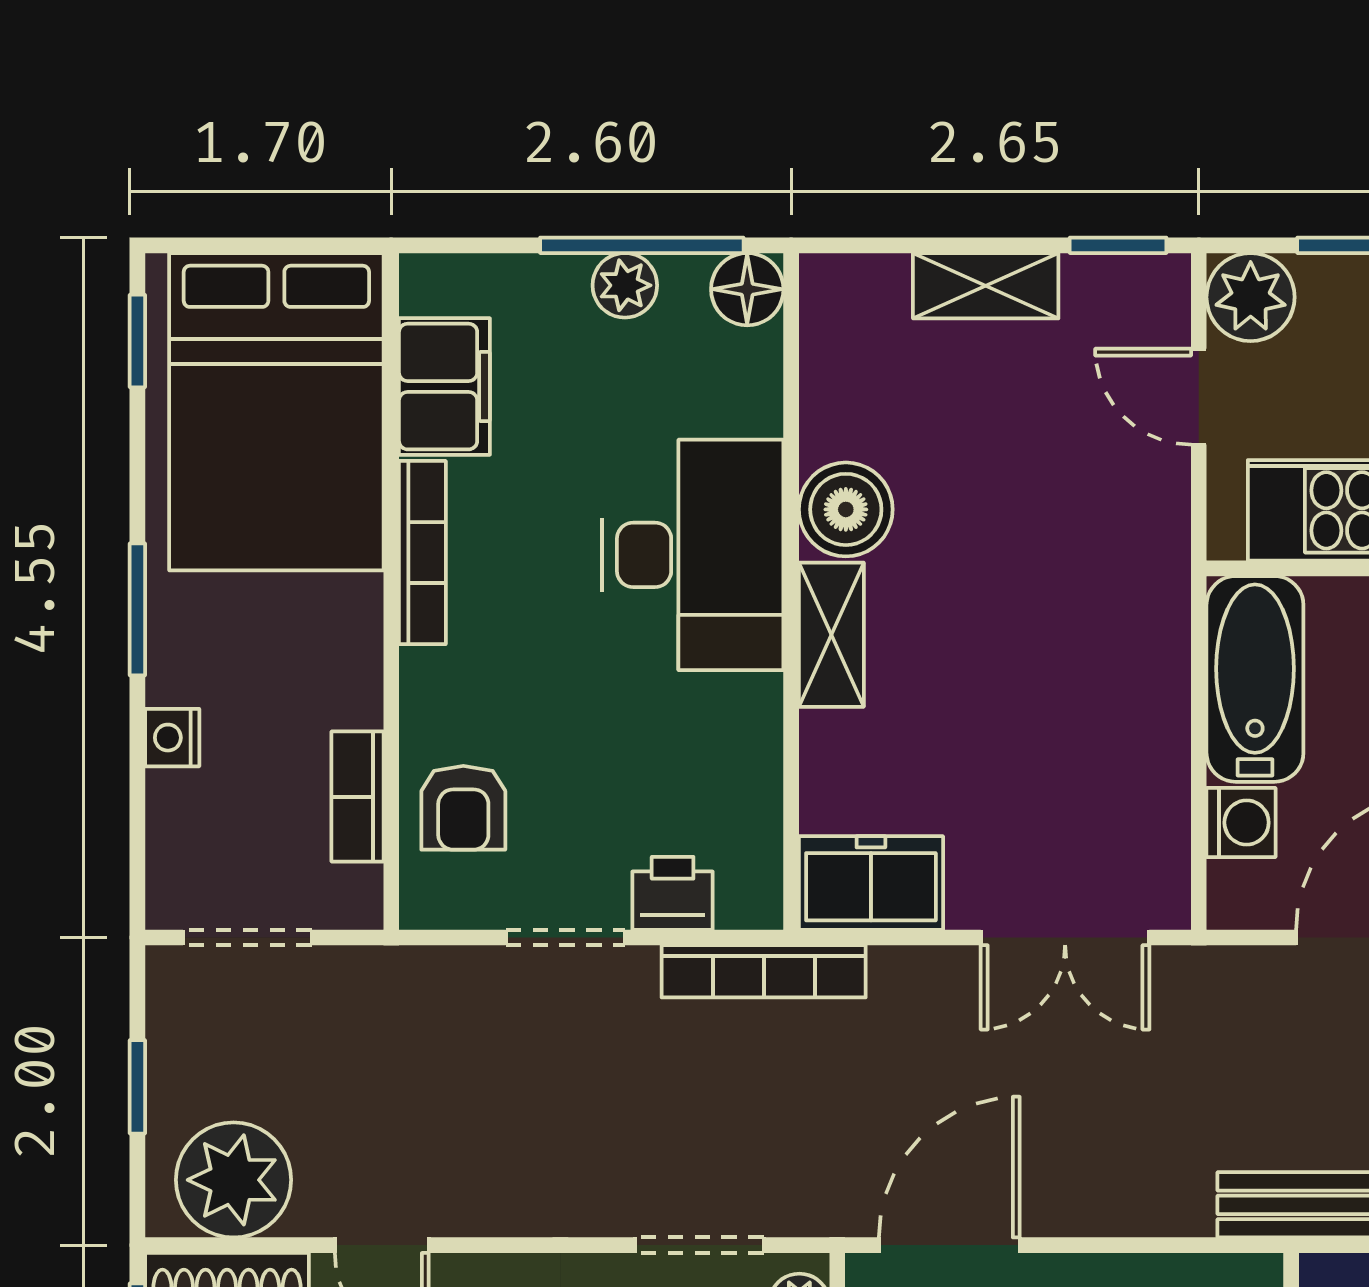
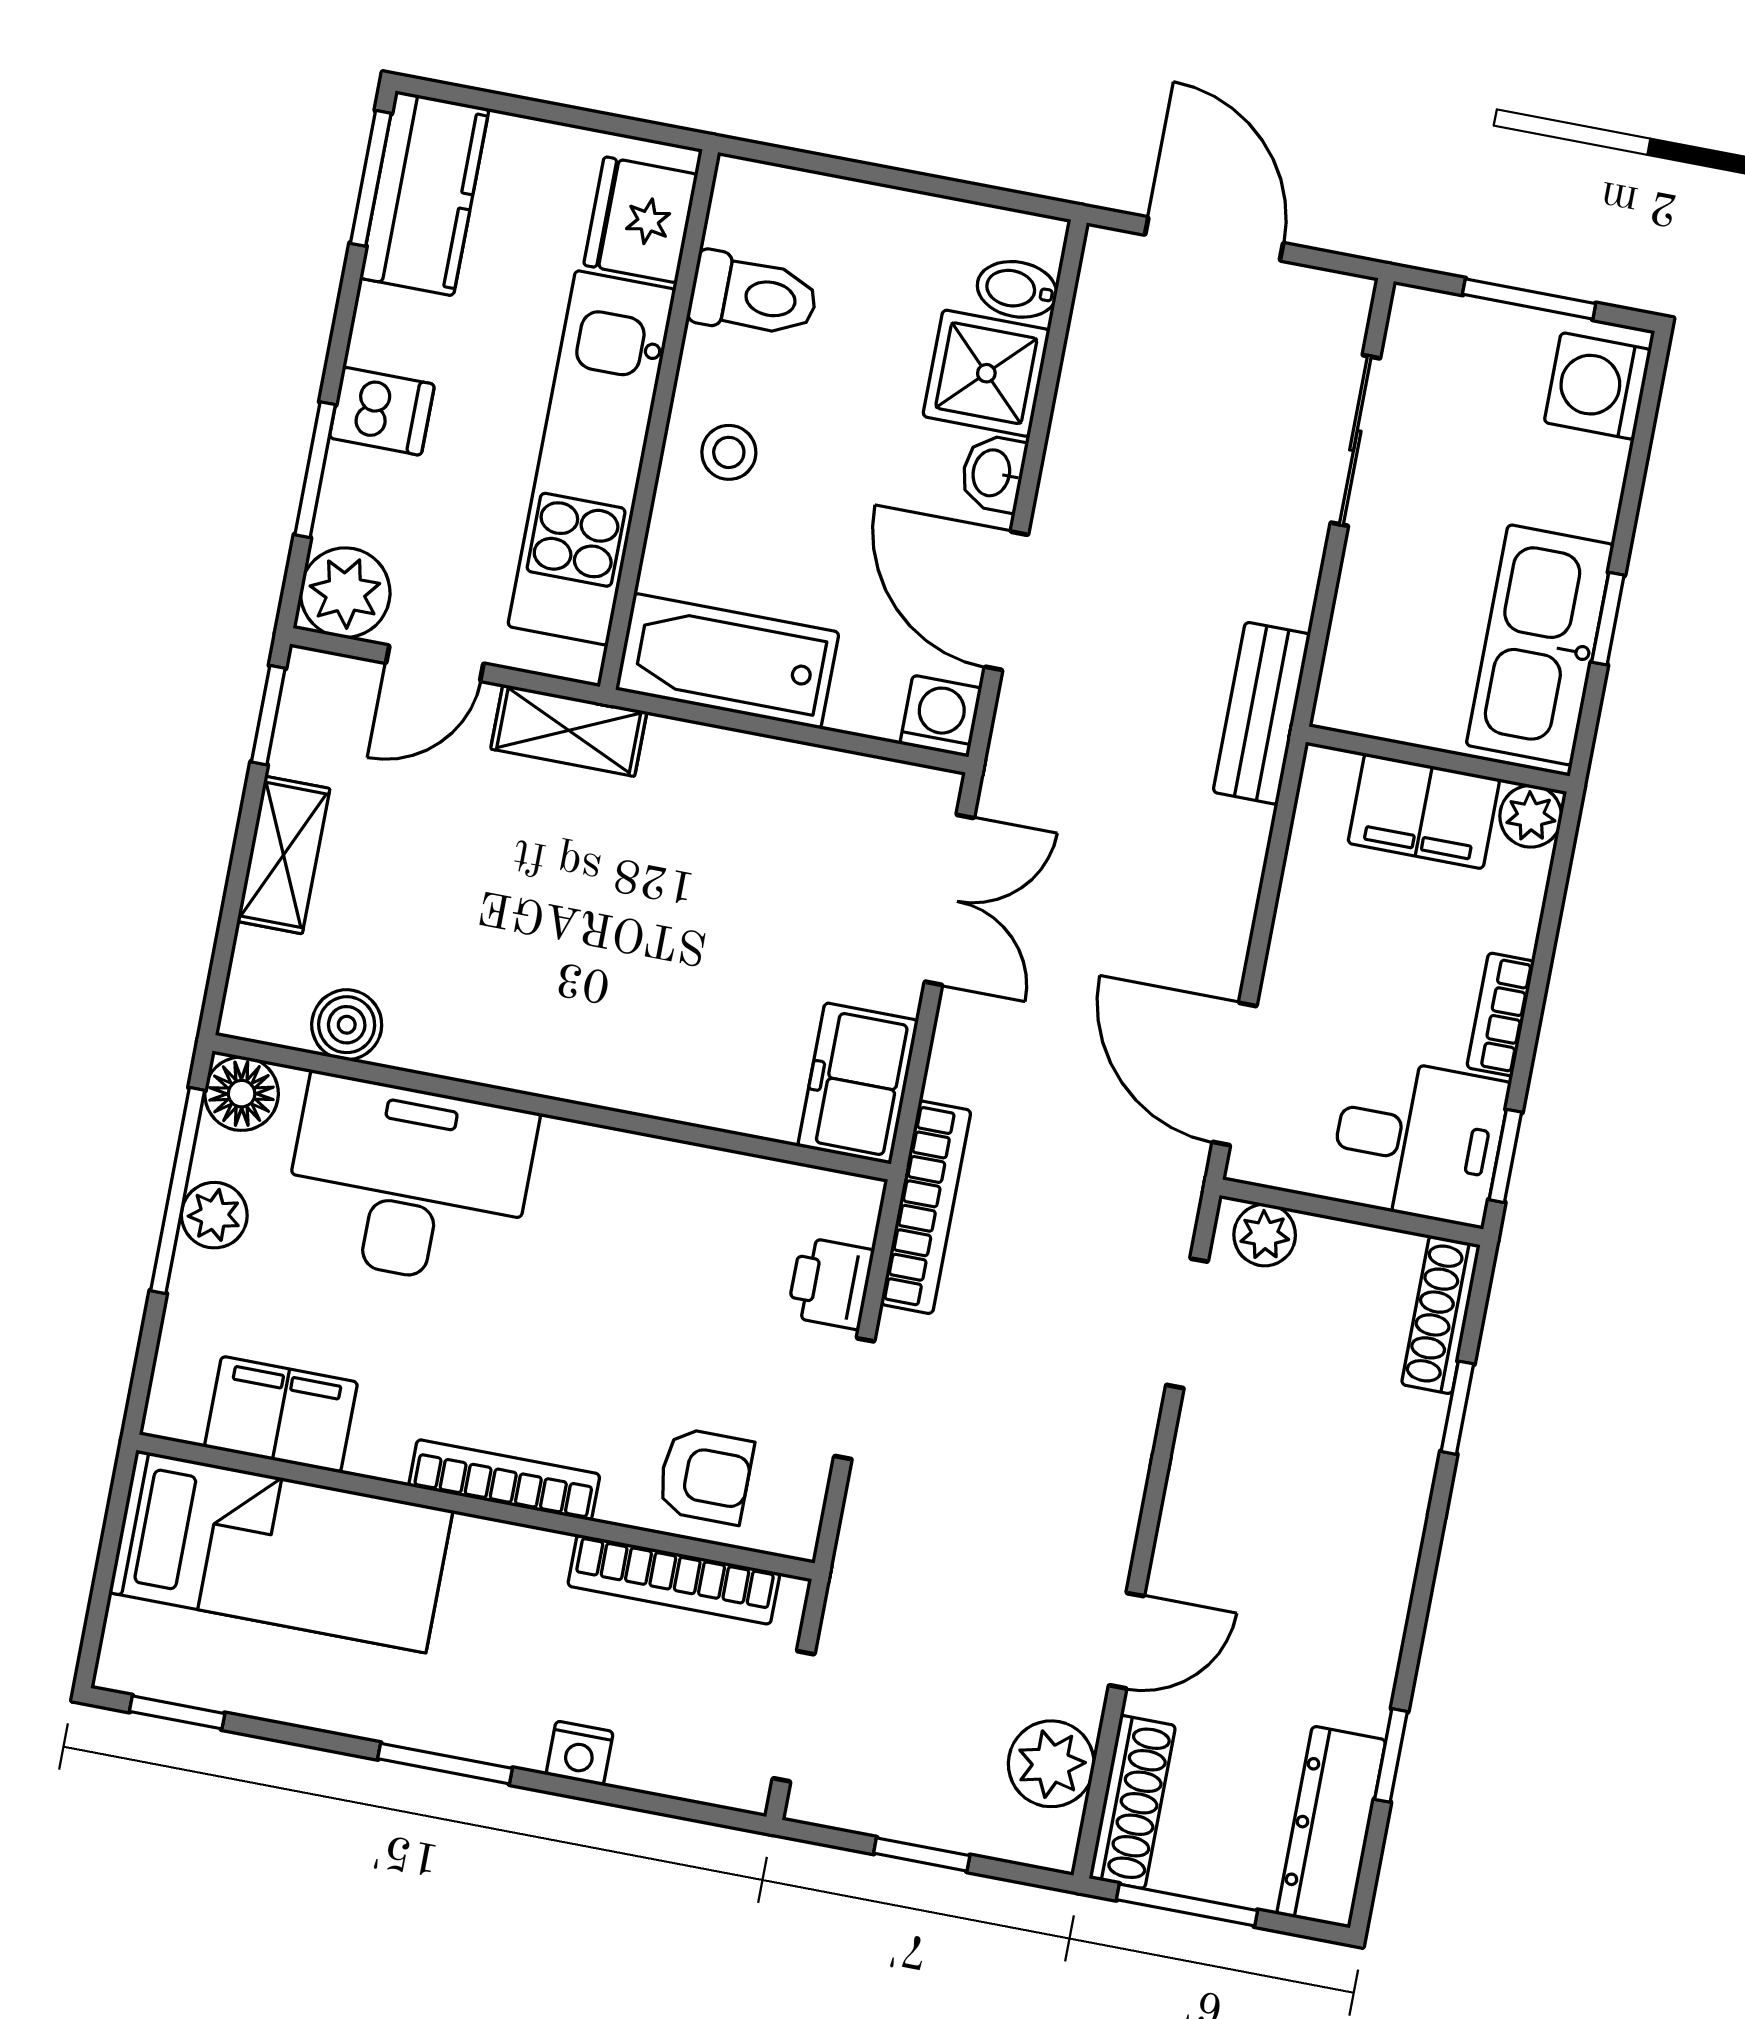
bed: (276, 412) -> (281, 1551), width x0.67
boiler: (846, 509) -> (347, 1025), moved, width x0.73, depth x0.73
bookcase: (422, 553) -> (504, 1480), moved
desk: (693, 555) -> (409, 1182), moved
shelving: (831, 635) -> (569, 730), moved
bookcase: (358, 797) -> (674, 1579), width x1.56
washing machine: (1241, 823) -> (941, 716), moved
plant: (234, 1180) -> (1051, 1764), width x0.73, depth x0.73

